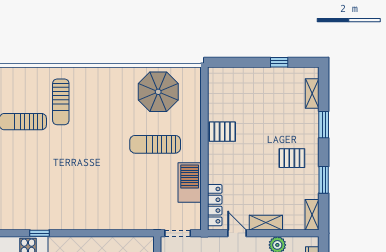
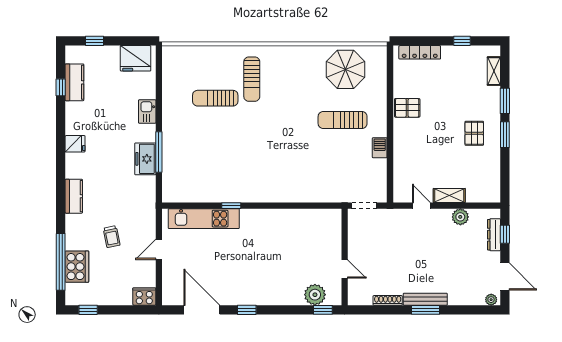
pallet: (292, 158) -> (474, 133), turned 90
window: (324, 180) -> (505, 135), moved
barbecue: (190, 183) -> (380, 148), width x0.53, depth x0.65
locker: (215, 205) -> (420, 52), moved, turned 90
shelving: (312, 215) -> (494, 188), removed

